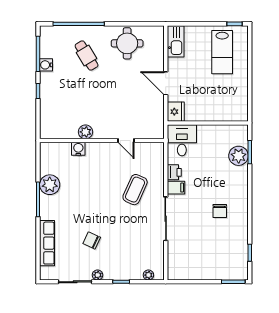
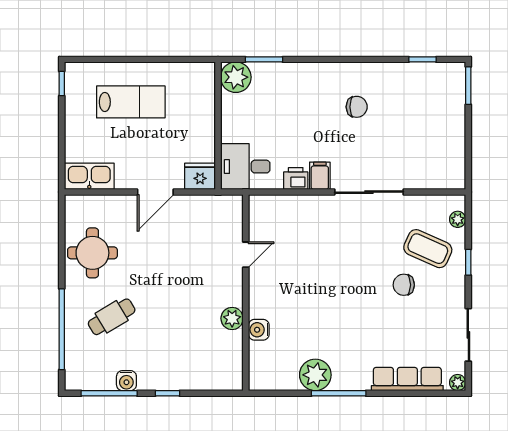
lab bench: (222, 52) -> (131, 102), moved
plant: (239, 156) -> (236, 77), moved
coffee table: (135, 190) -> (428, 249), moved
chair: (92, 240) -> (404, 285), moved, turned 65
plant: (98, 275) -> (458, 383), moved

